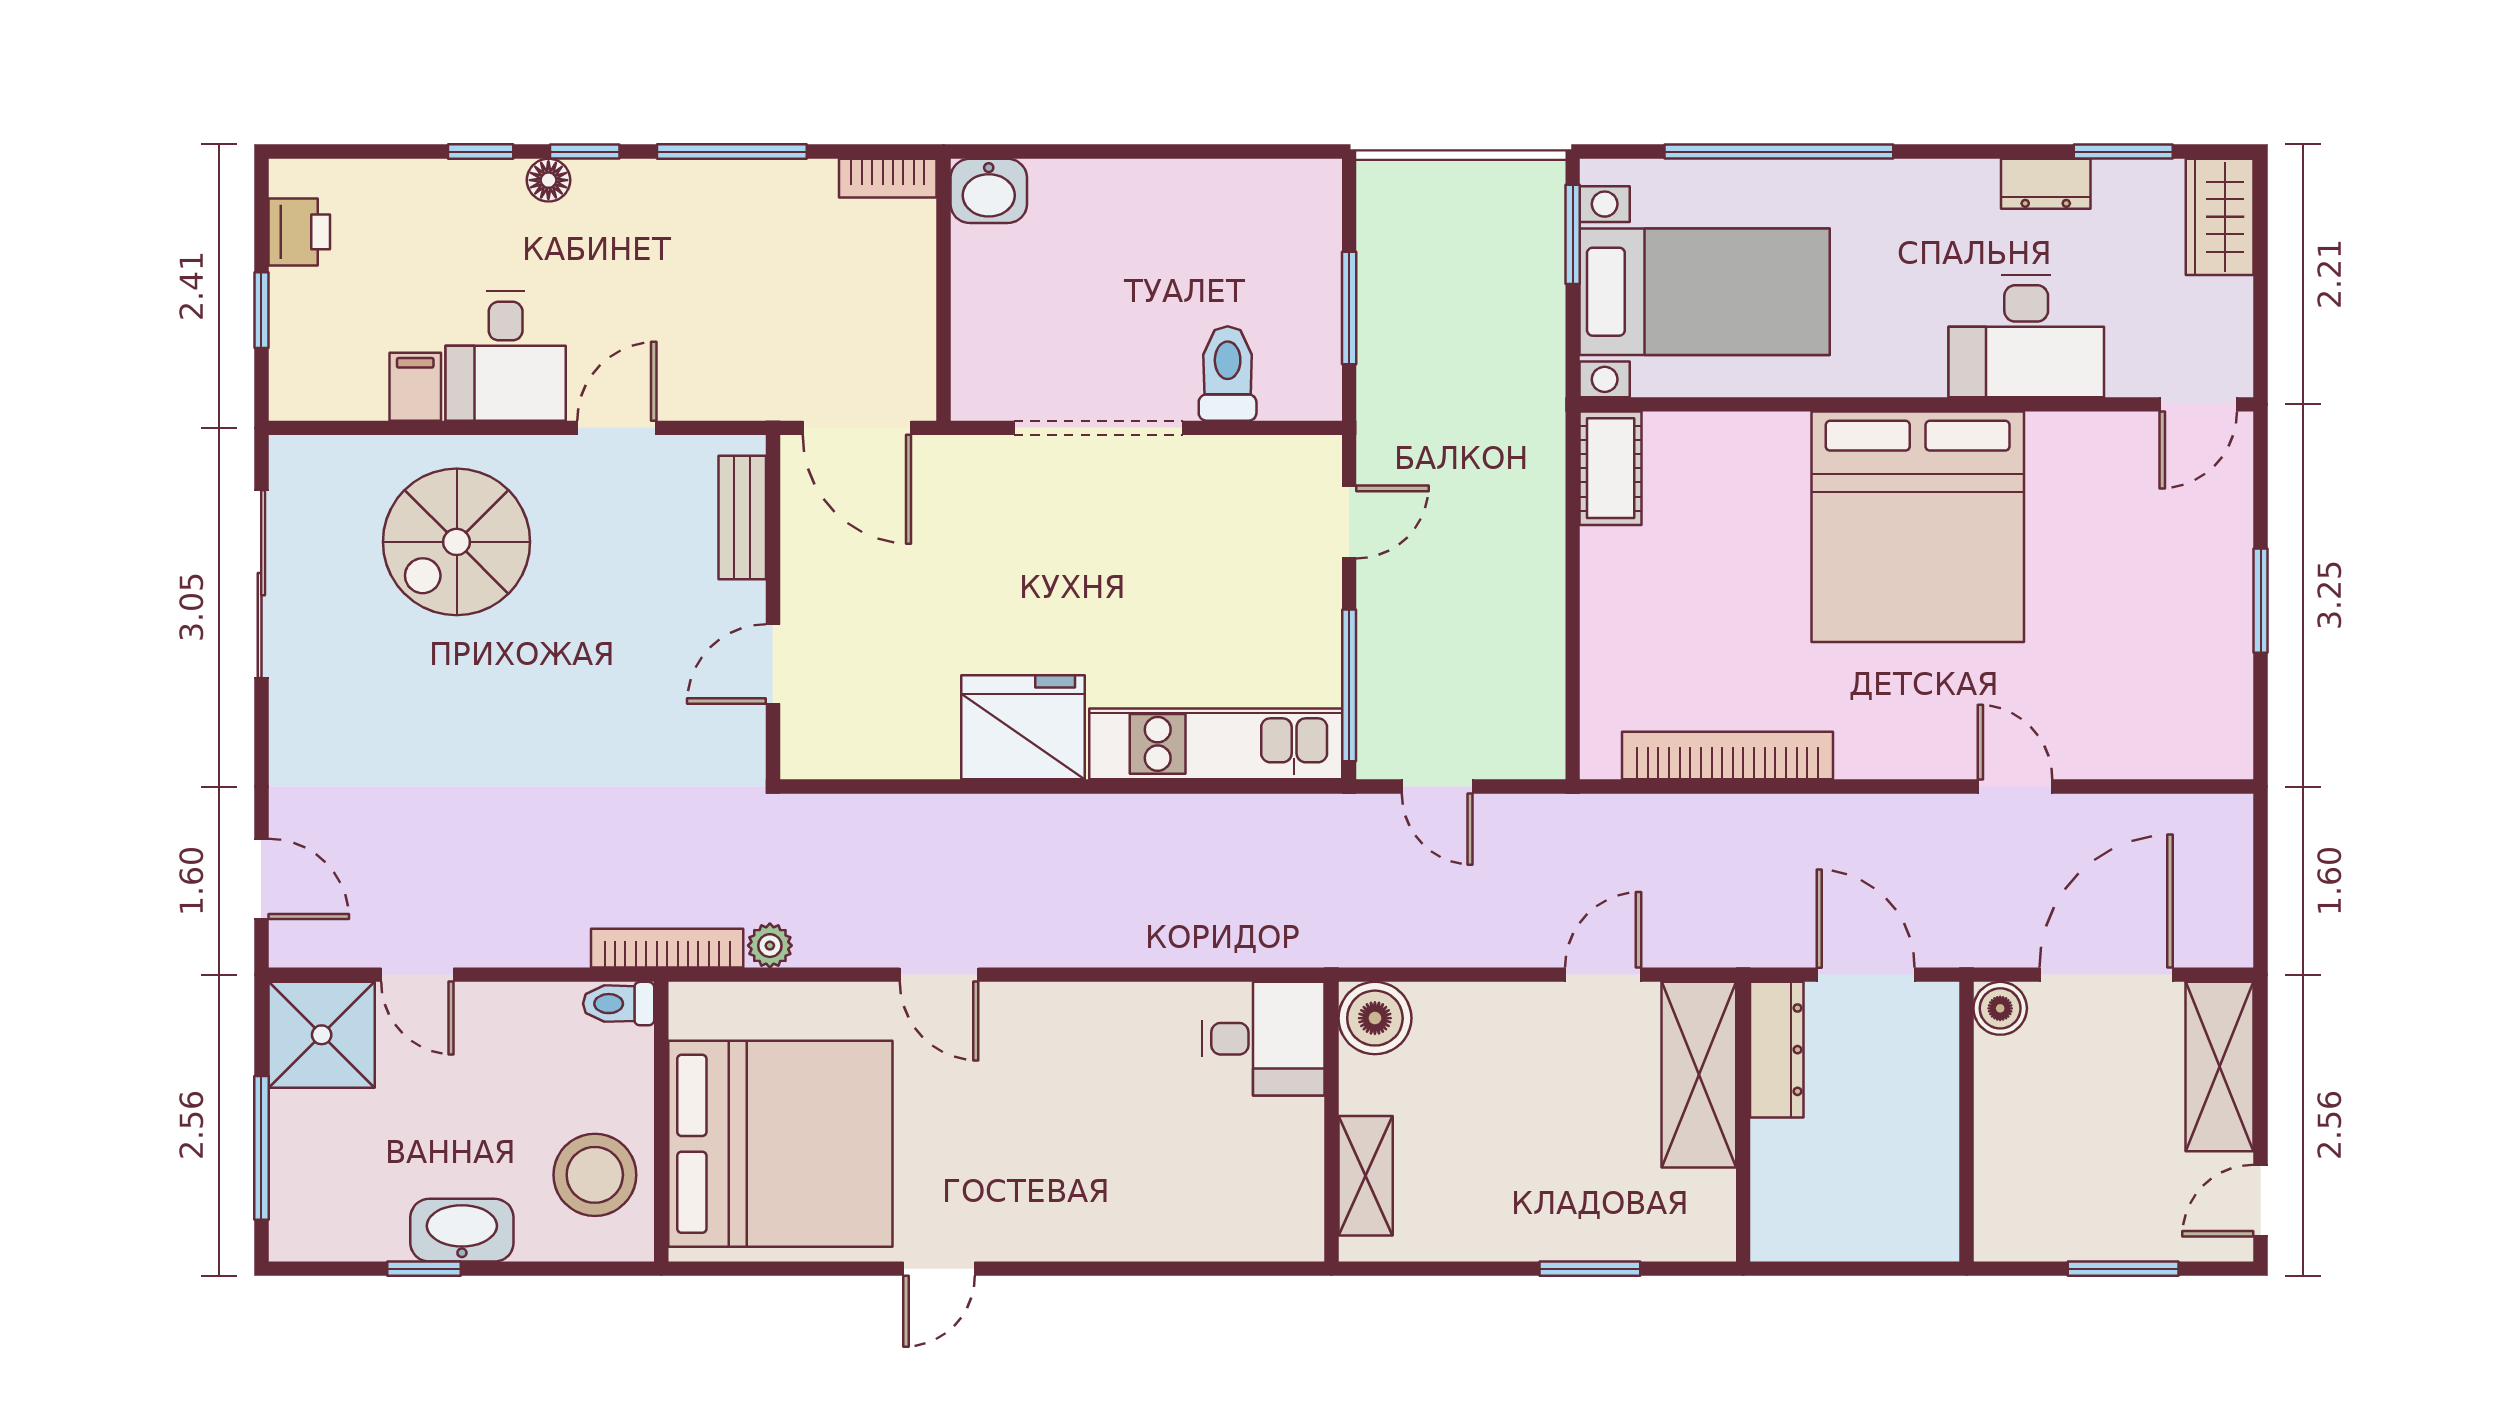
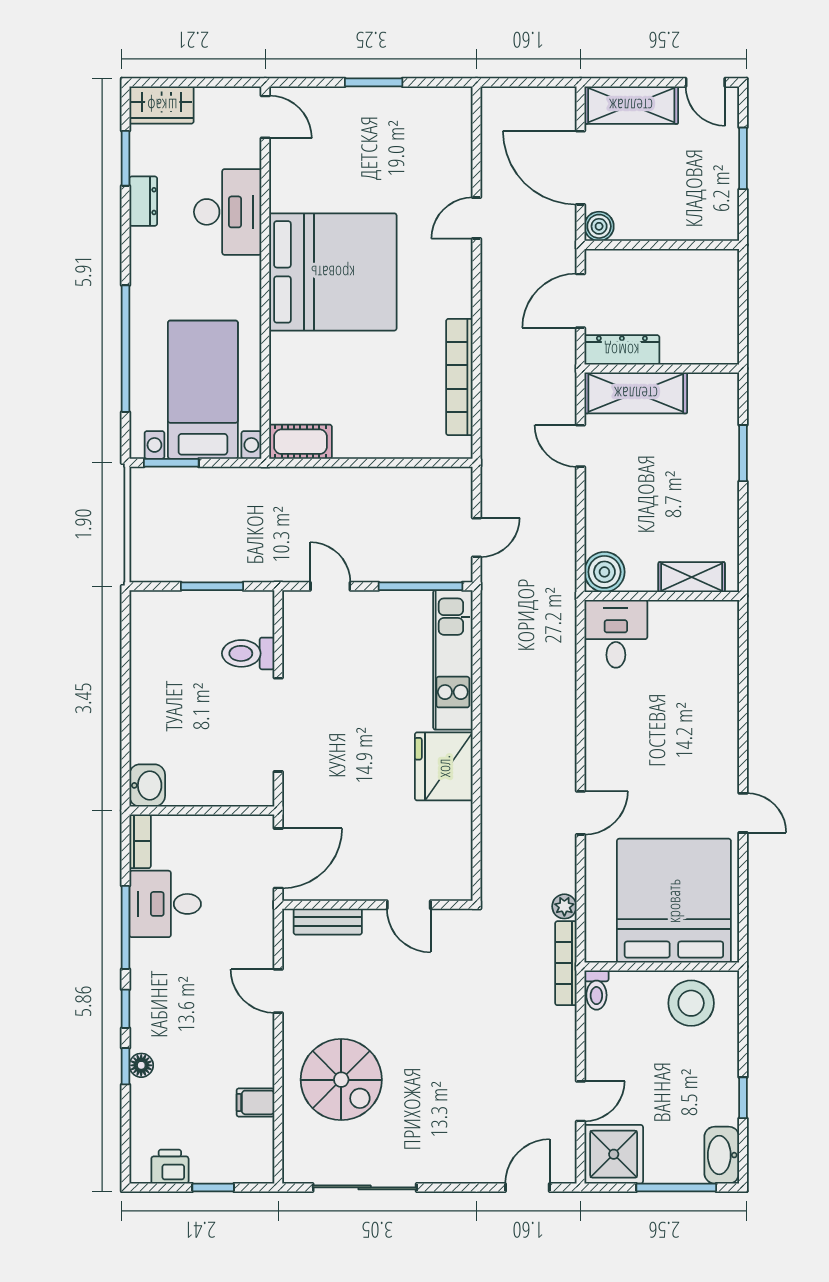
floor lamp: (548, 180) -> (141, 1065), moved
desk: (506, 356) -> (165, 904), moved, turned 180
washbasin: (462, 1230) -> (722, 1155), moved

